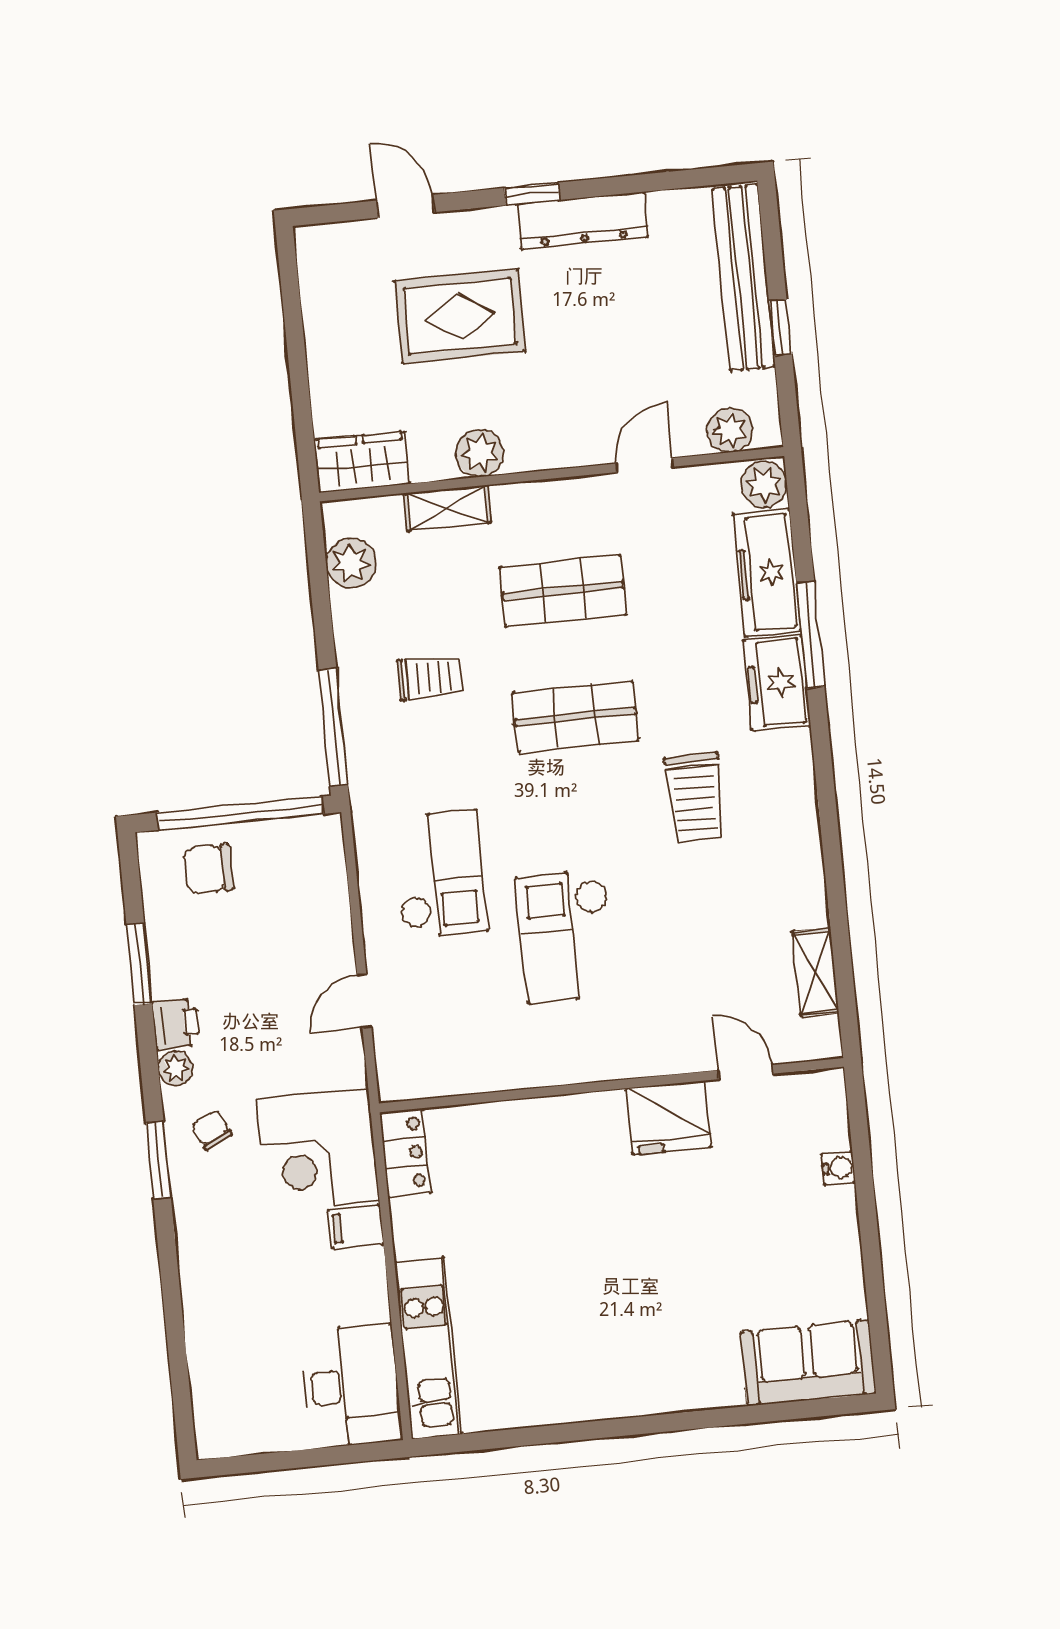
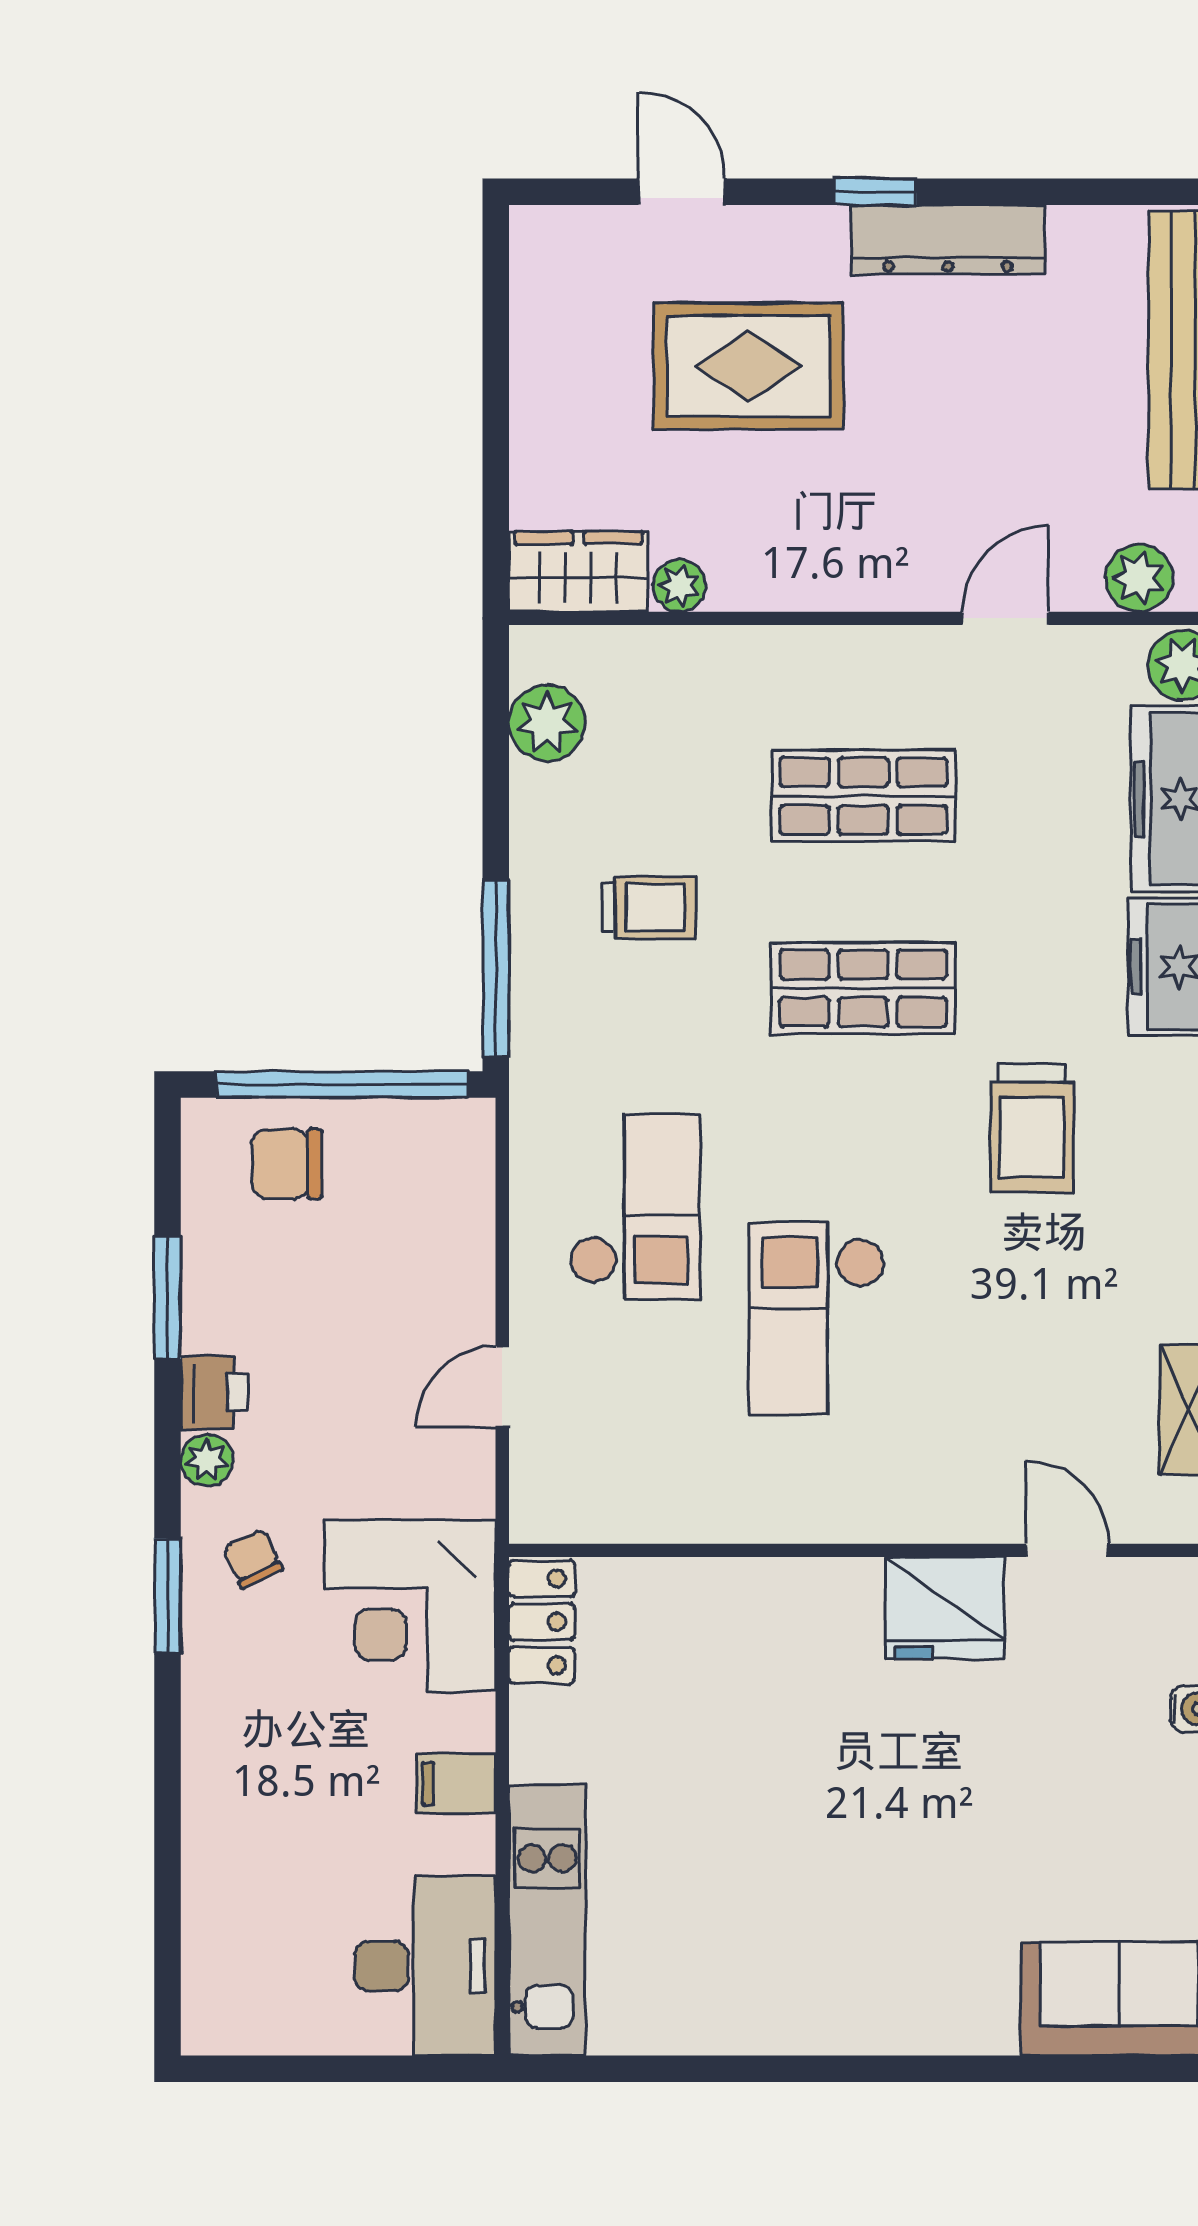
plant: (480, 453) -> (679, 586), moved, width x0.73, depth x0.73
shelving: (447, 508) -> (701, 654), removed
filing cabinet: (356, 1227) -> (456, 1784), moved

